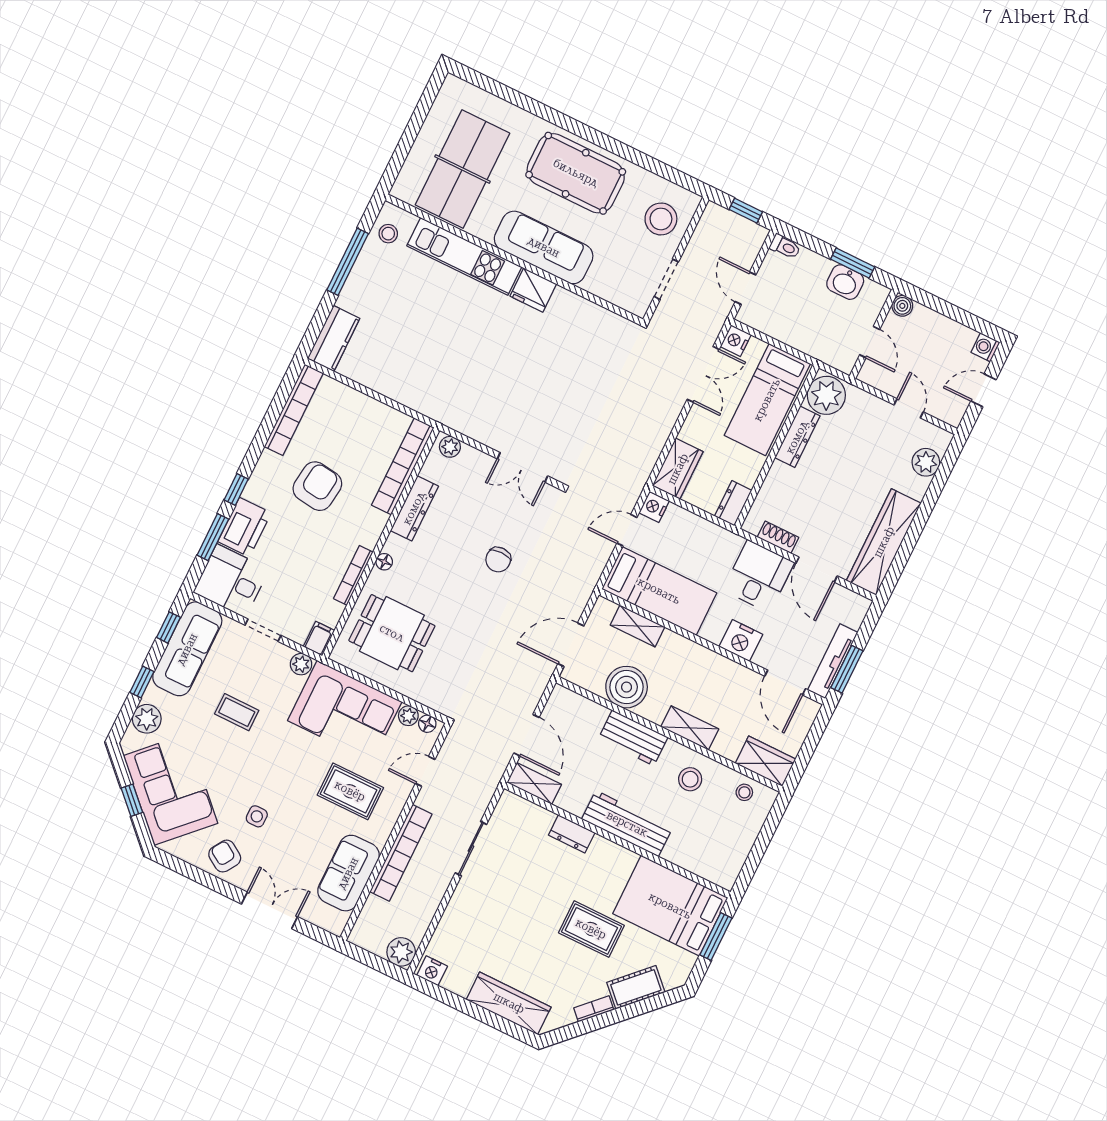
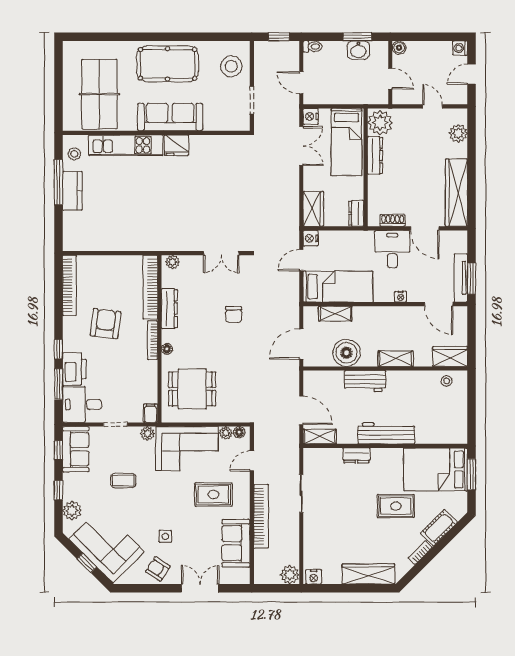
kitchen counter: (334, 338) -> (72, 191), moved
bookcase: (353, 575) -> (153, 340), moved
nightstand: (741, 641) -> (401, 297), width x0.53, depth x0.56
sofa: (187, 649) -> (76, 449), width x0.73
stool: (690, 779) -> (411, 389), removed

